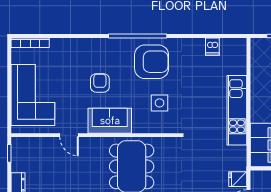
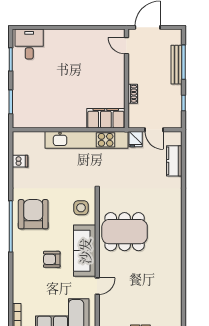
side table: (159, 103) -> (81, 208), moved
kitchen unit: (237, 110) -> (87, 140), width x1.36
sofa: (110, 121) -> (85, 251), width x1.36

